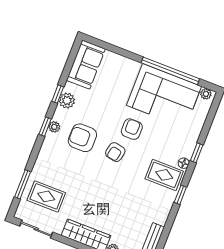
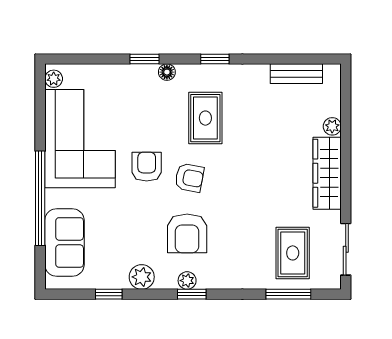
sofa: (86, 65) -> (64, 242), moved, turned 90
window: (170, 71) -> (40, 198), moved
window: (58, 94) -> (109, 294), moved
armchair: (132, 129) -> (147, 167), turned 90
rug: (164, 175) -> (205, 118), moved

